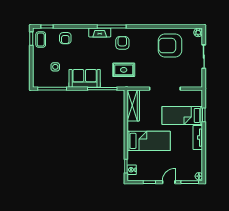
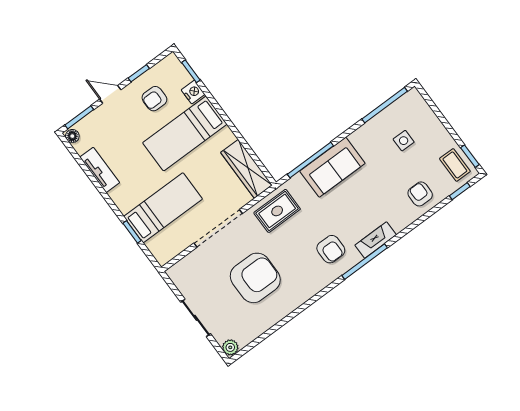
armchair: (170, 46) -> (255, 278), moved
rug: (124, 70) -> (277, 211), moved
sofa: (85, 78) -> (332, 167), moved
tv unit: (198, 138) -> (100, 170), moved
armchair: (151, 166) -> (154, 99), added
nightstand: (132, 170) -> (193, 92), moved
door: (169, 182) -> (110, 94), swing flipped

